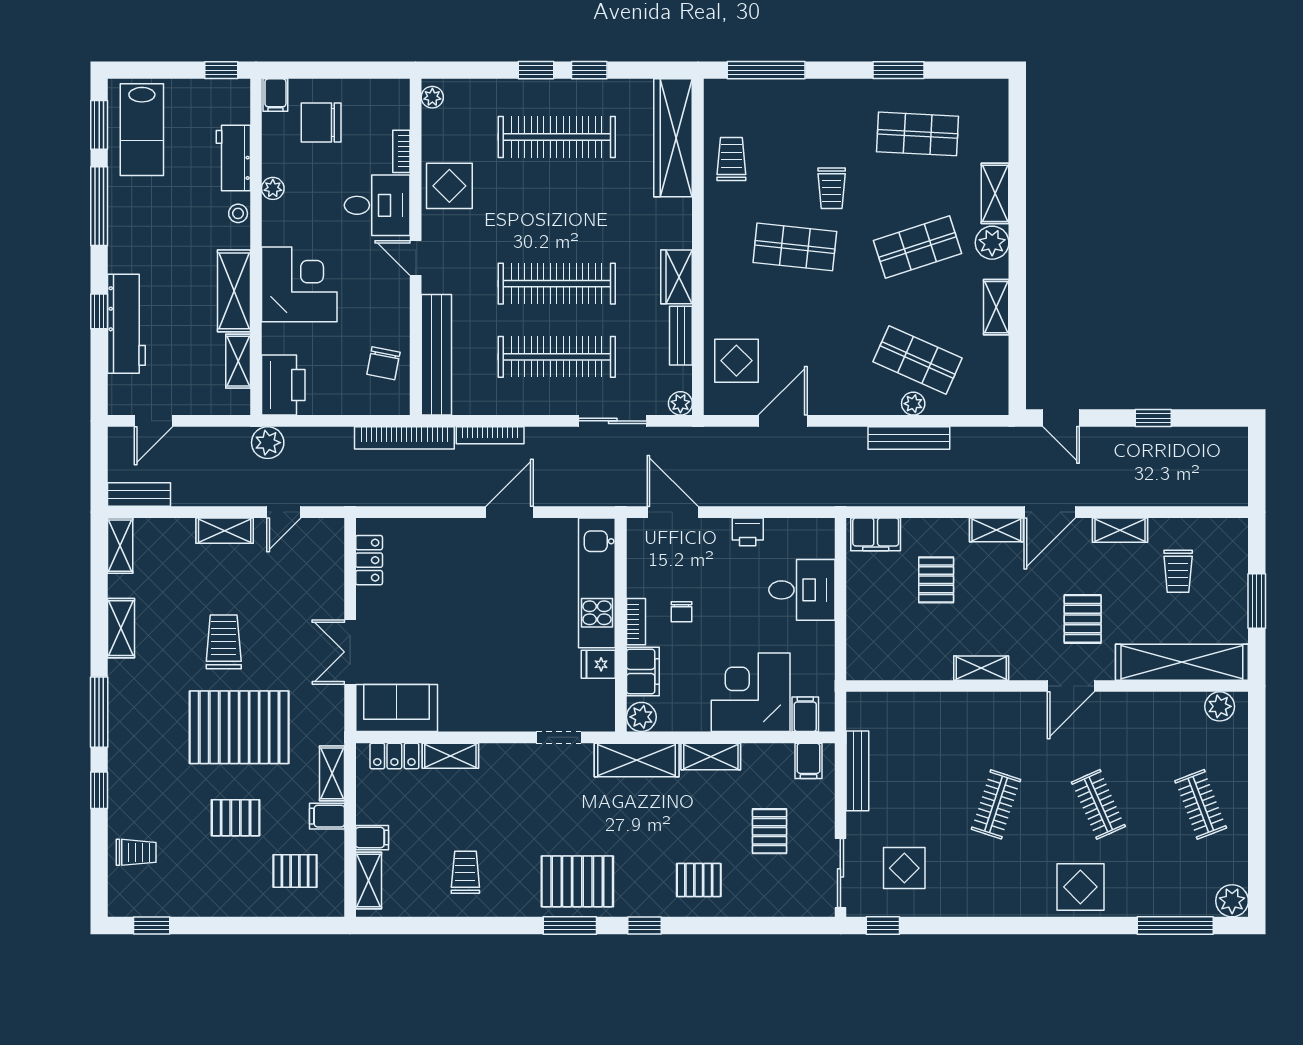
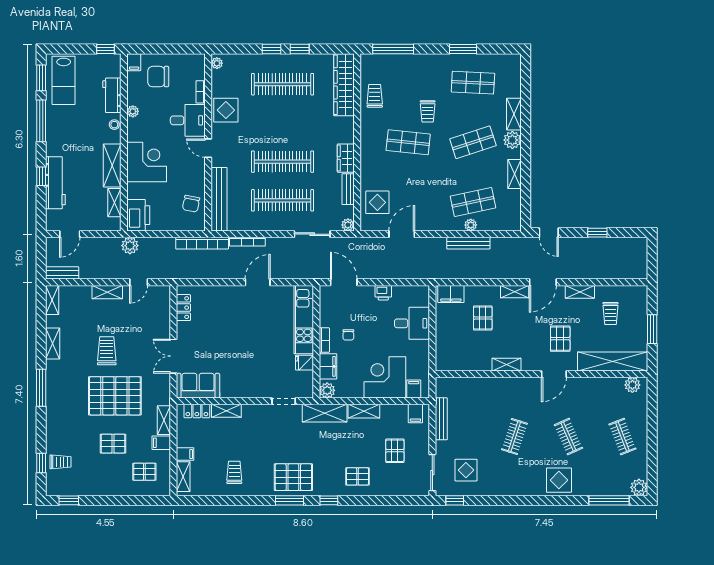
shop shelf: (918, 360) -> (473, 202), turned -36
window: (99, 790) -> (41, 463), moved

